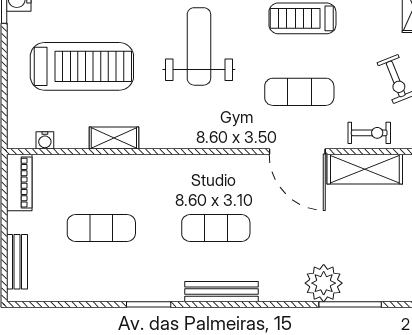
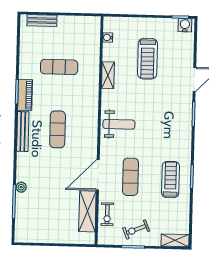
weight bench: (199, 46) -> (119, 124), moved, width x0.73, depth x0.75
treadmill: (82, 66) -> (147, 59), width x0.73, depth x0.73
piano: (19, 183) -> (25, 95), moved, turned -90
exercise mat: (101, 228) -> (59, 67), turned 90
plant: (324, 283) -> (21, 187), width x0.53, depth x0.53

